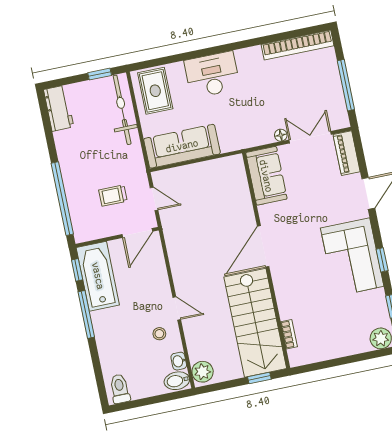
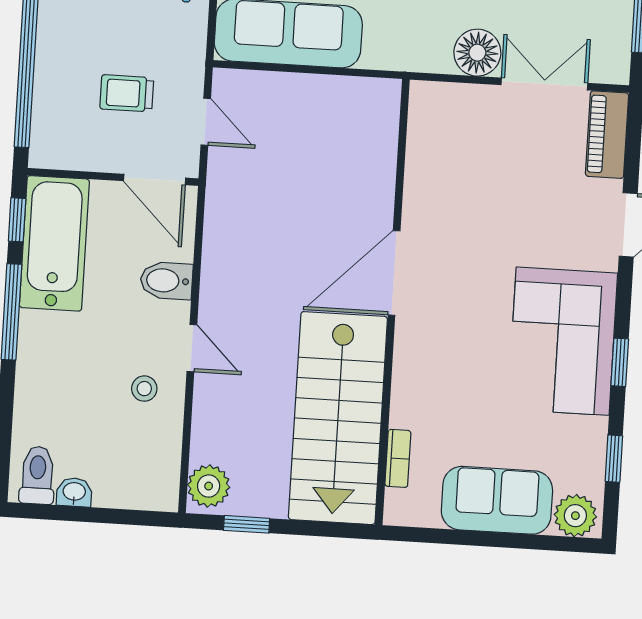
floor lamp: (281, 135) -> (477, 53), width x1.89, depth x1.89
sofa: (266, 176) -> (497, 500), moved, turned -90
door: (137, 233) -> (155, 179), hinge flipped
washbasin: (179, 361) -> (74, 492), moved, turned 90
window: (259, 378) -> (247, 524), moved
bidet: (177, 381) -> (166, 281), moved

